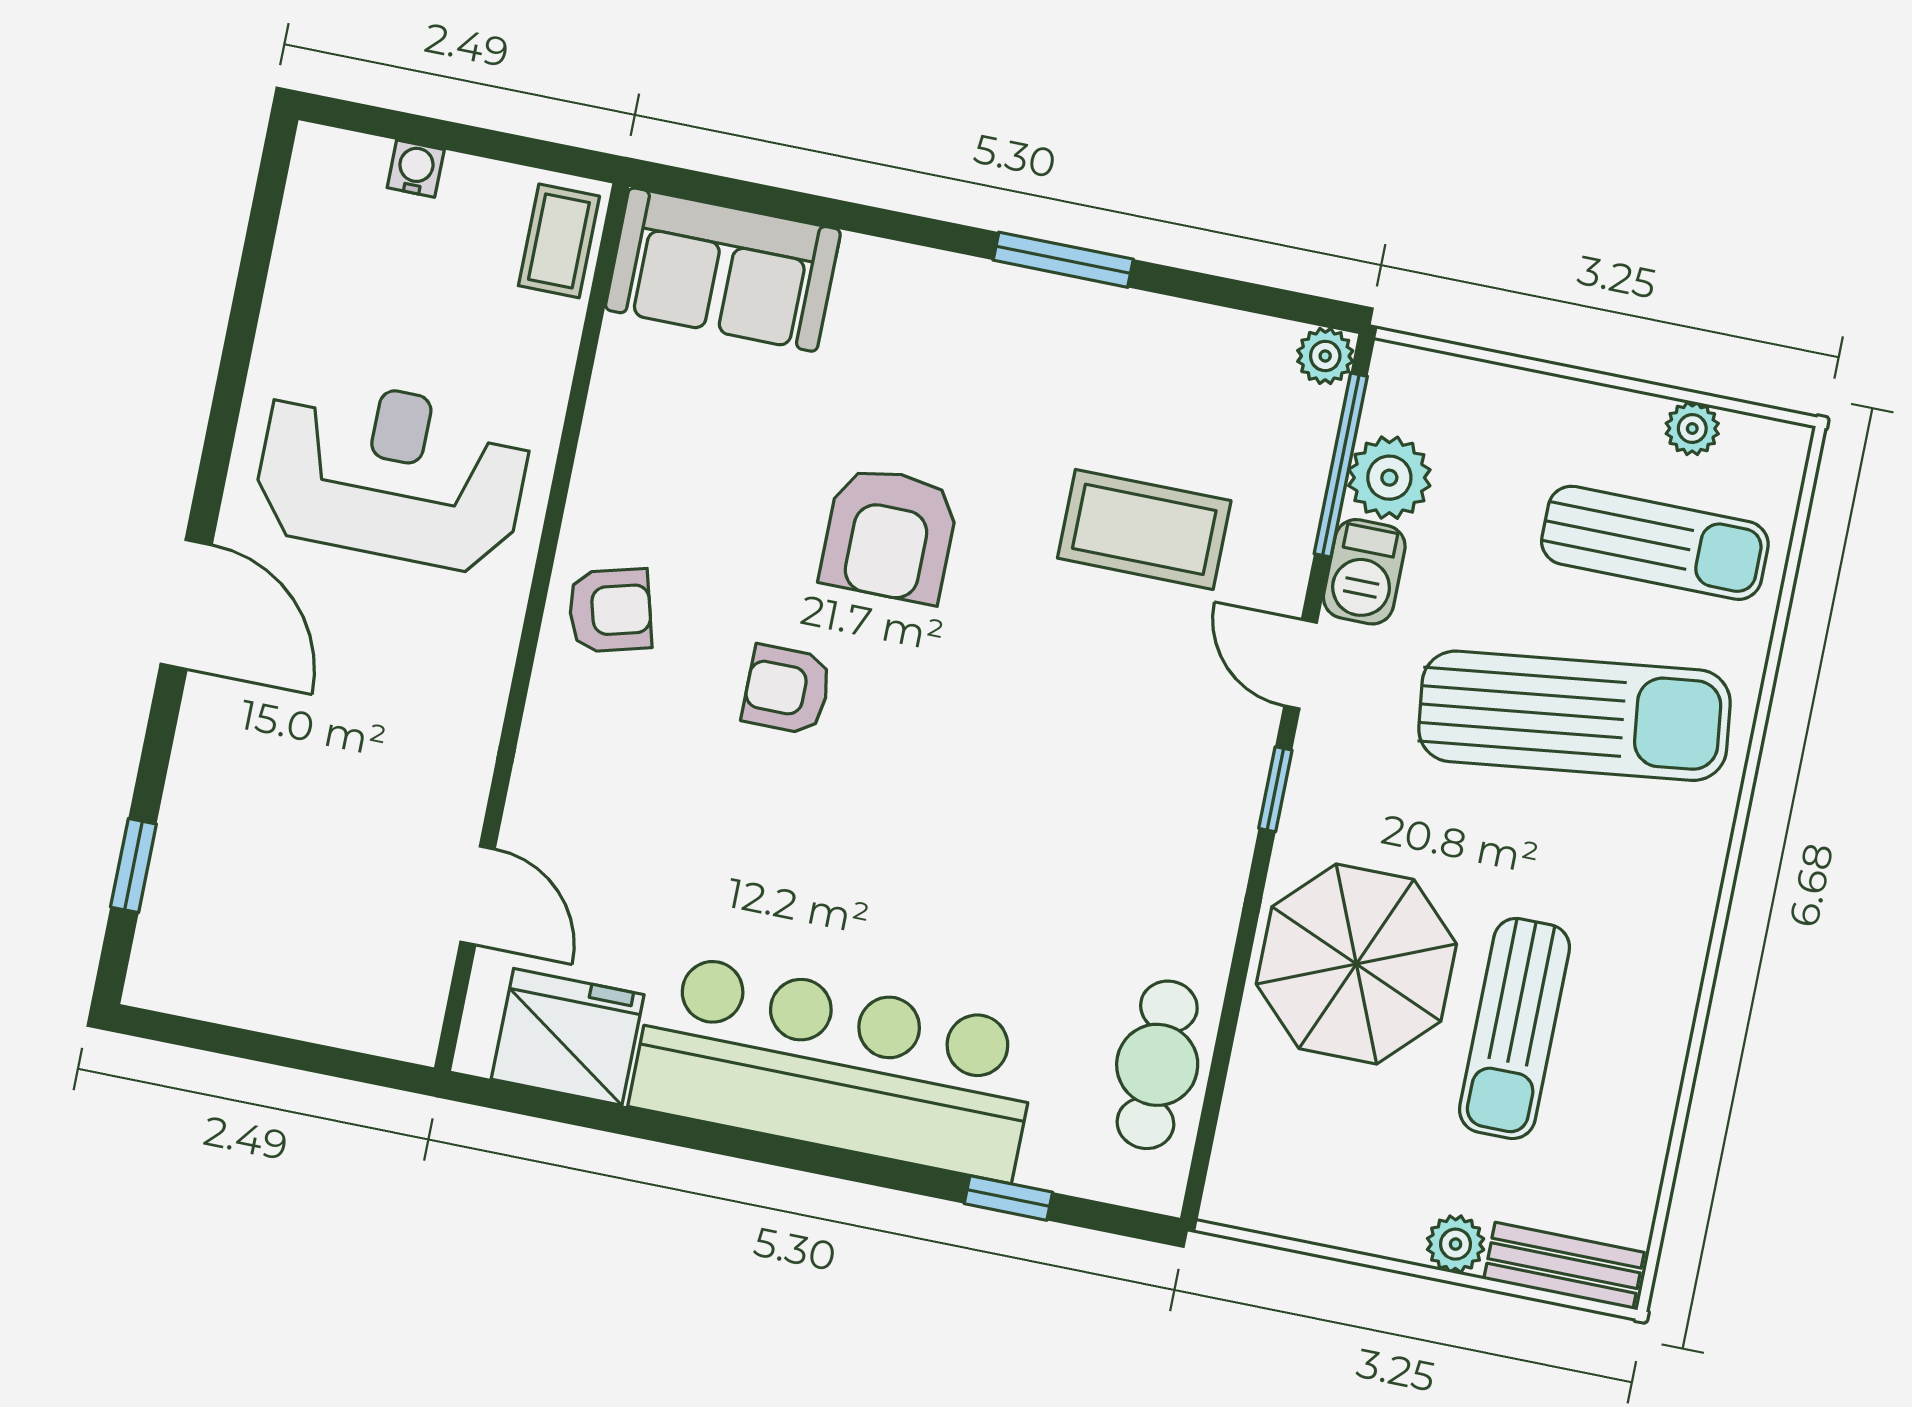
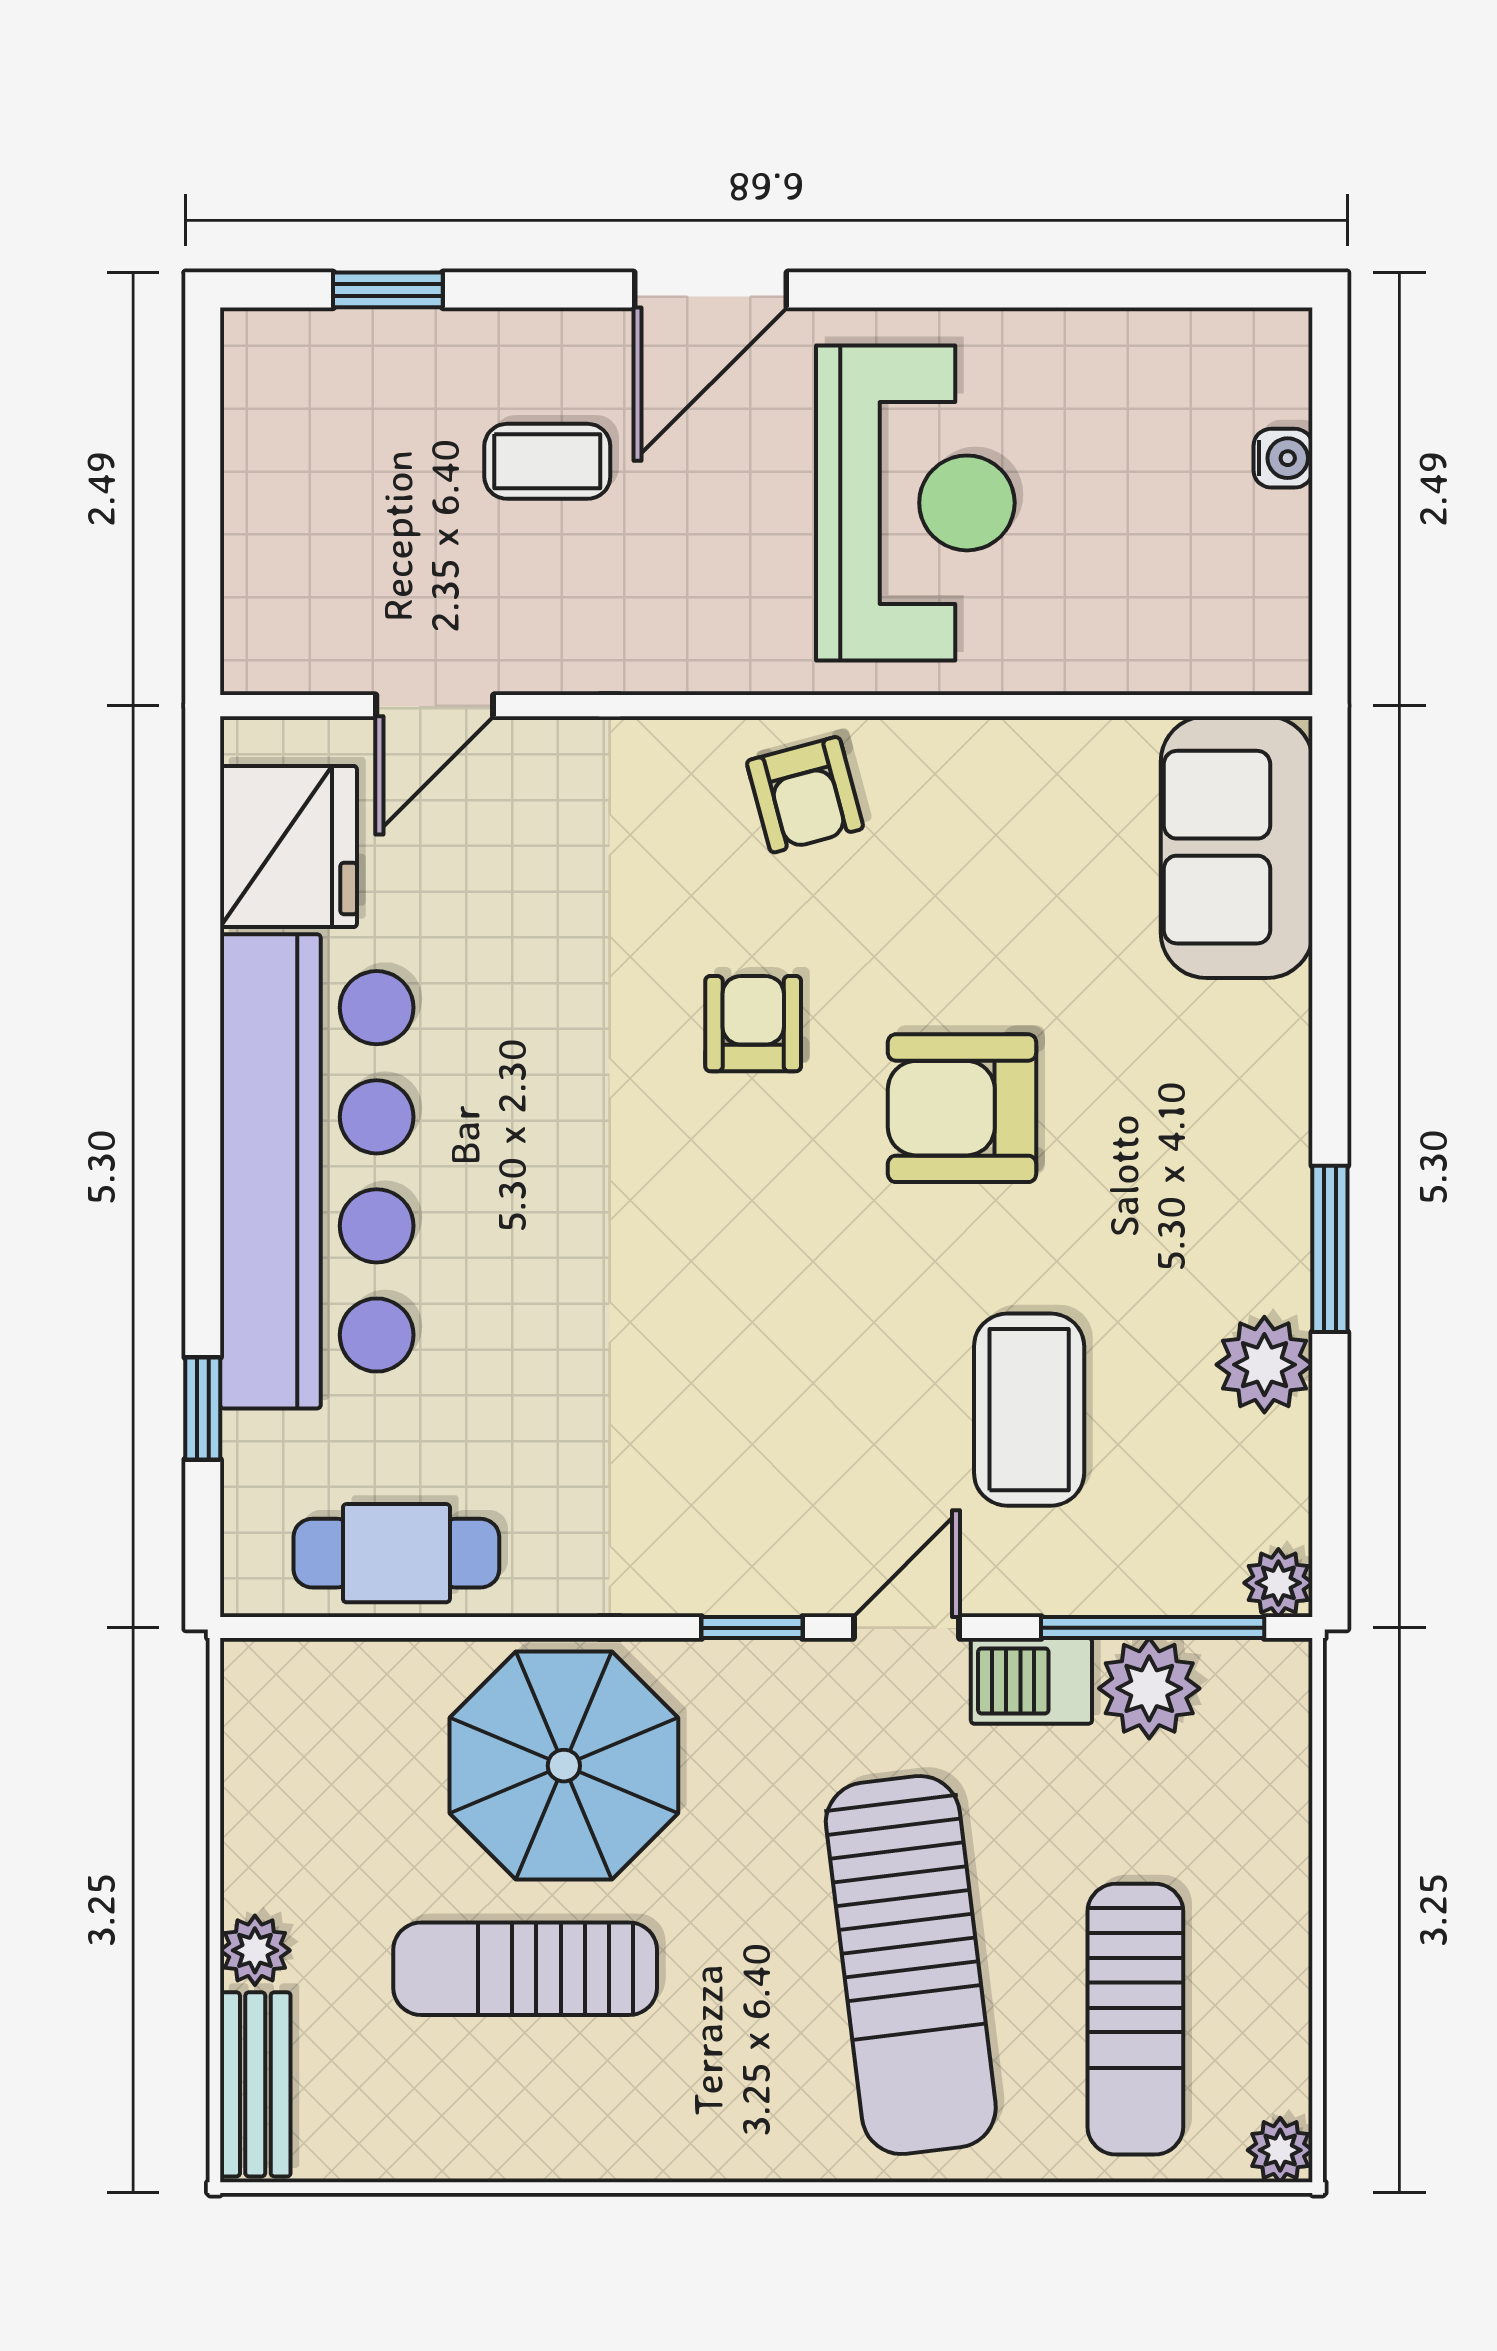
coffee table: (559, 241) -> (547, 461), moved
plant: (1146, 332) -> (1264, 1365), added
plant: (1692, 428) -> (1280, 2150), moved

